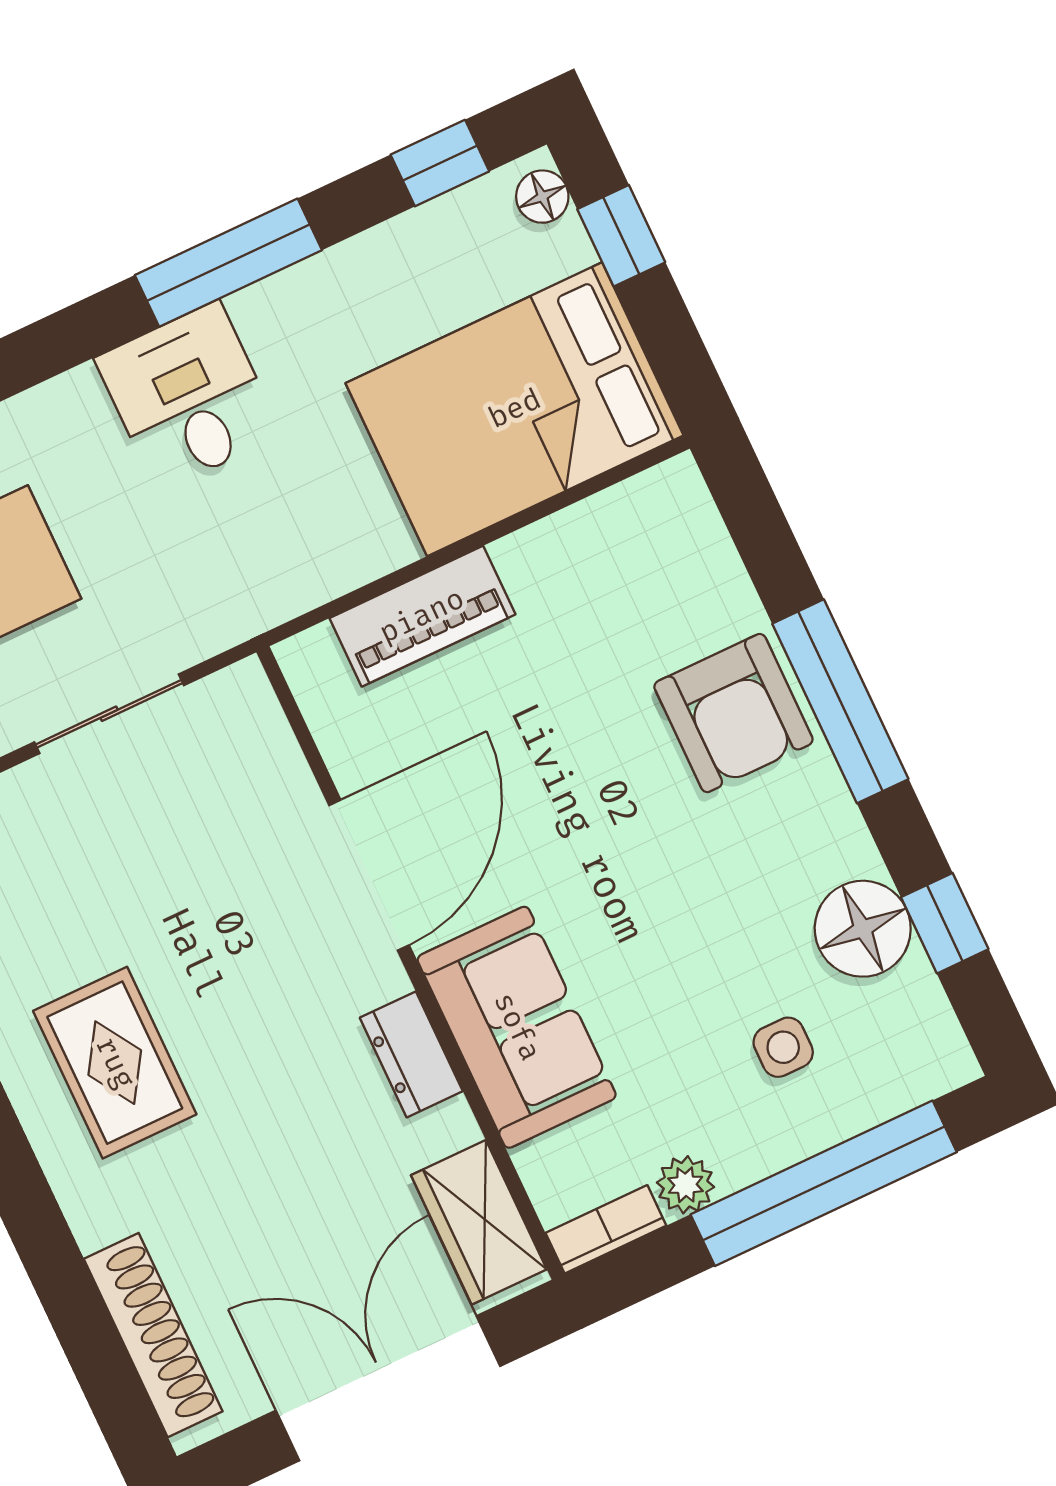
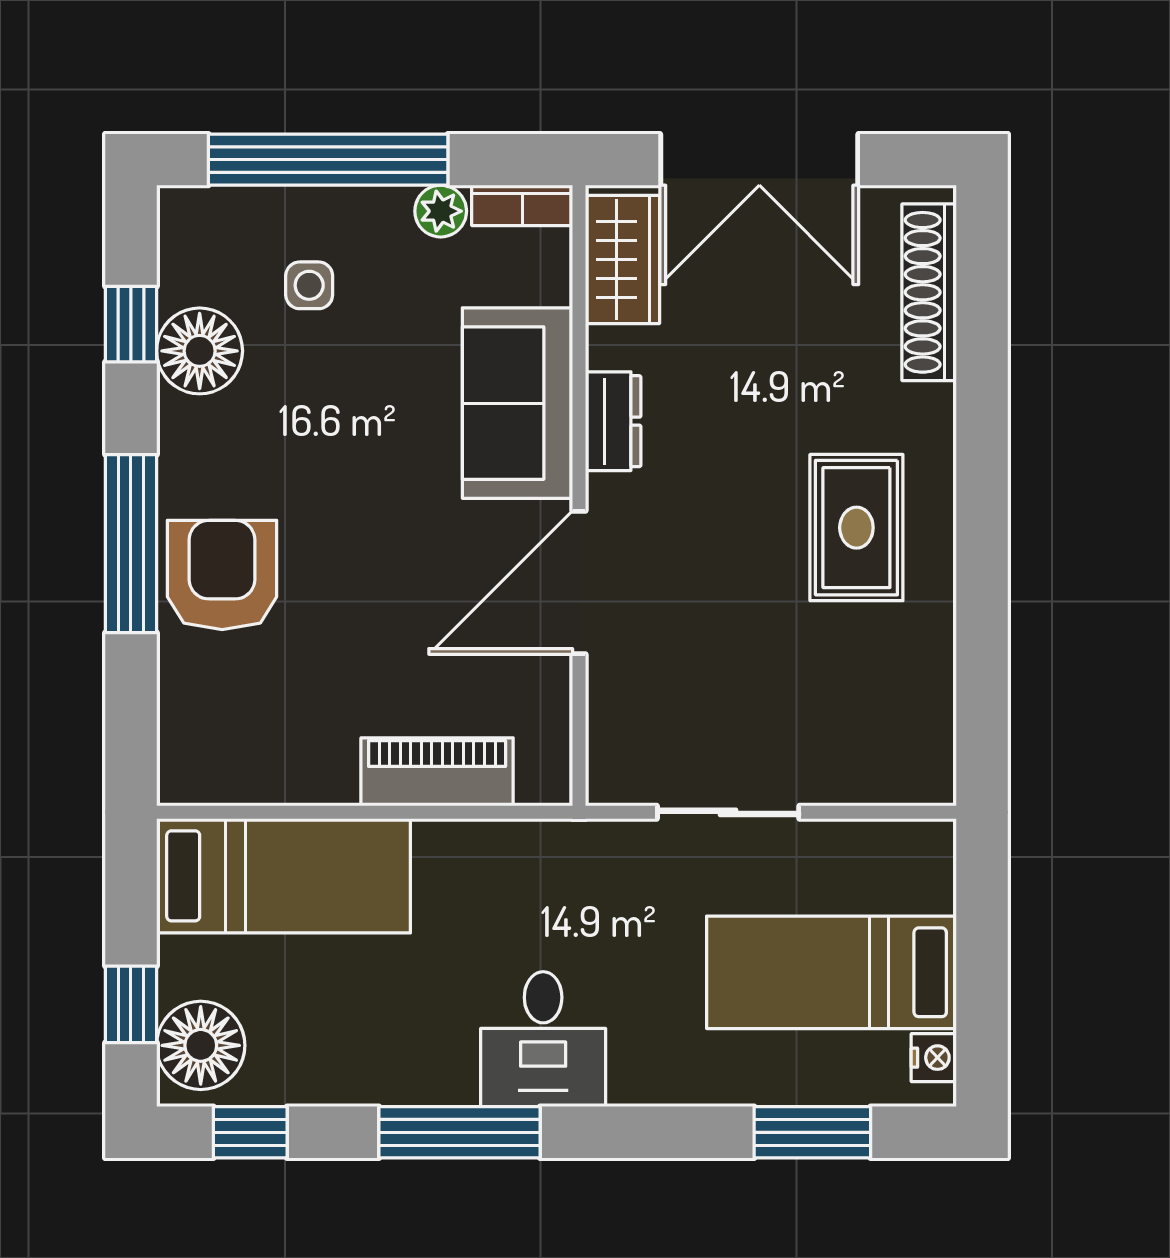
floor lamp: (542, 197) -> (201, 1045), width x1.89, depth x1.89
bed: (515, 409) -> (284, 876), width x0.67

